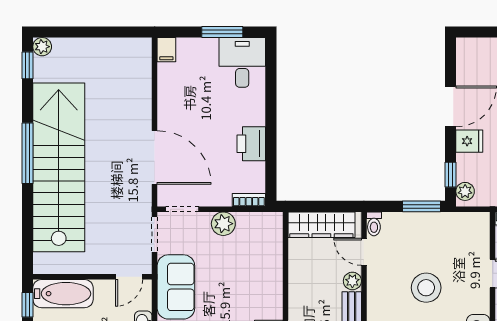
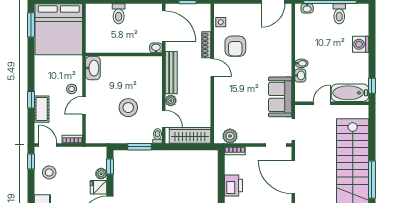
plant: (465, 191) -> (101, 174), moved
window: (422, 206) -> (139, 147), moved
plant: (223, 224) -> (230, 136), moved
door: (129, 277) -> (322, 103), moved
stool: (426, 288) -> (128, 108), moved

